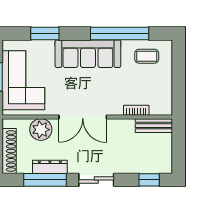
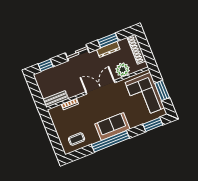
window: (45, 33) -> (153, 124), moved
window: (120, 33) -> (110, 141), moved
sofa: (88, 54) -> (112, 126), width x0.73
window: (45, 180) -> (108, 40), width x0.69

